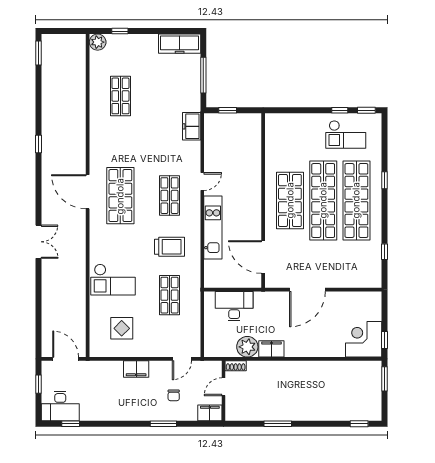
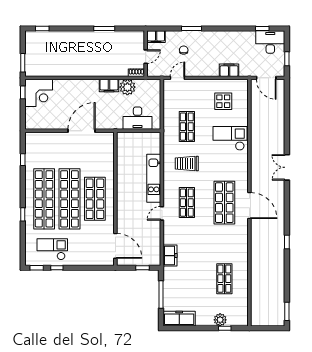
plant: (98, 42) -> (220, 320), moved
door: (263, 257) -> (115, 246), moved
filing cabinet: (136, 369) -> (229, 70), moved

